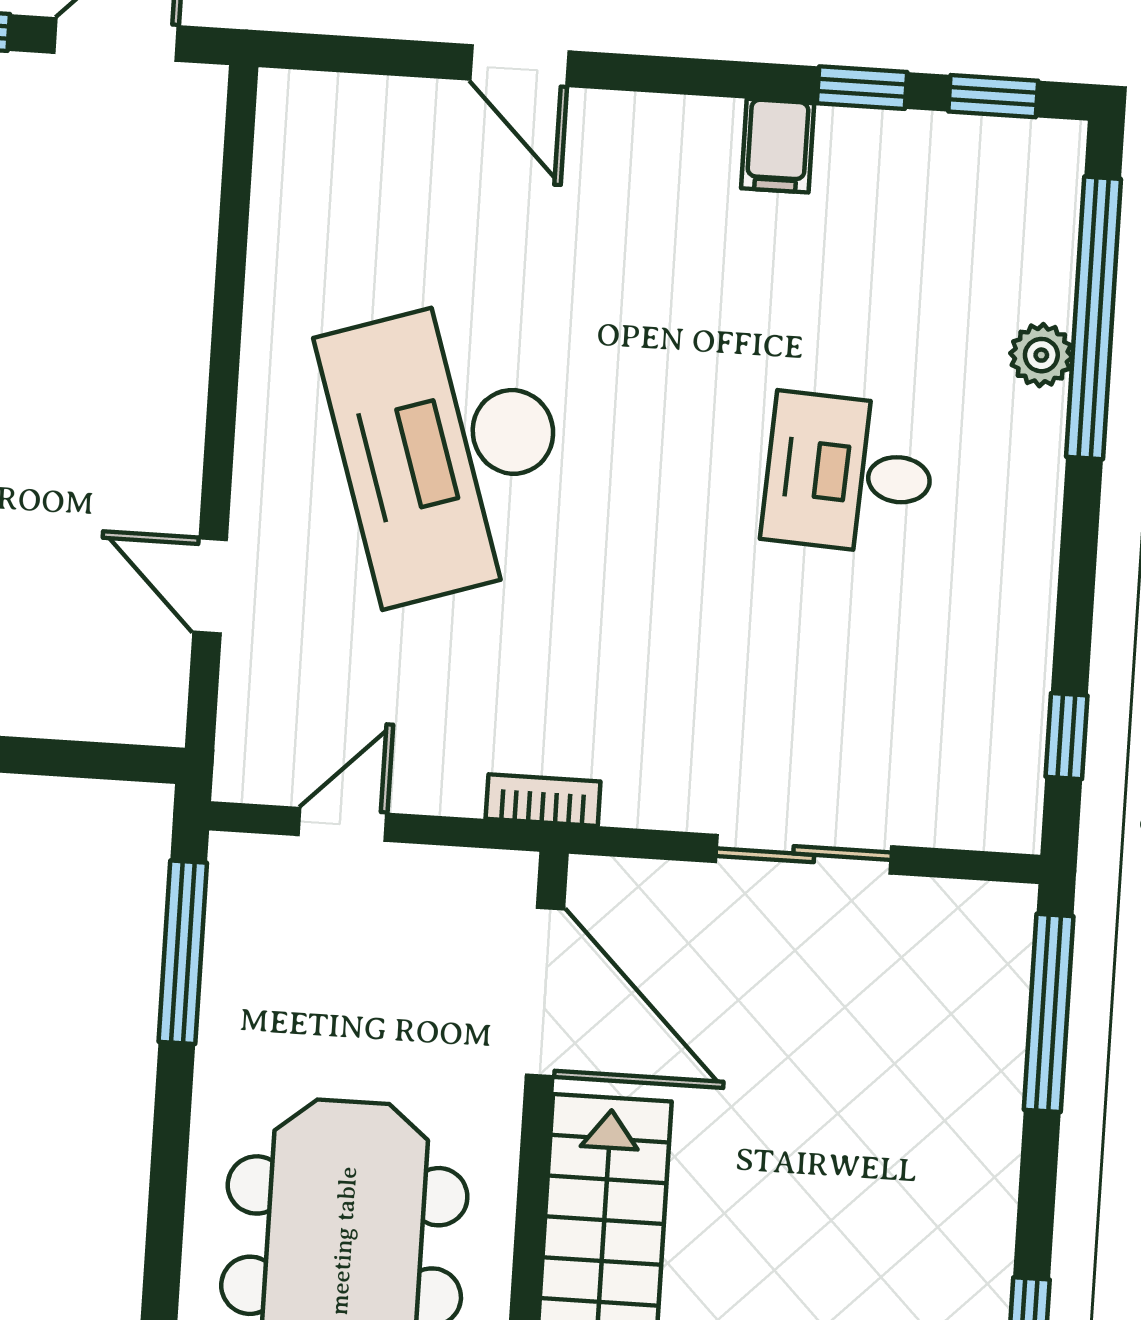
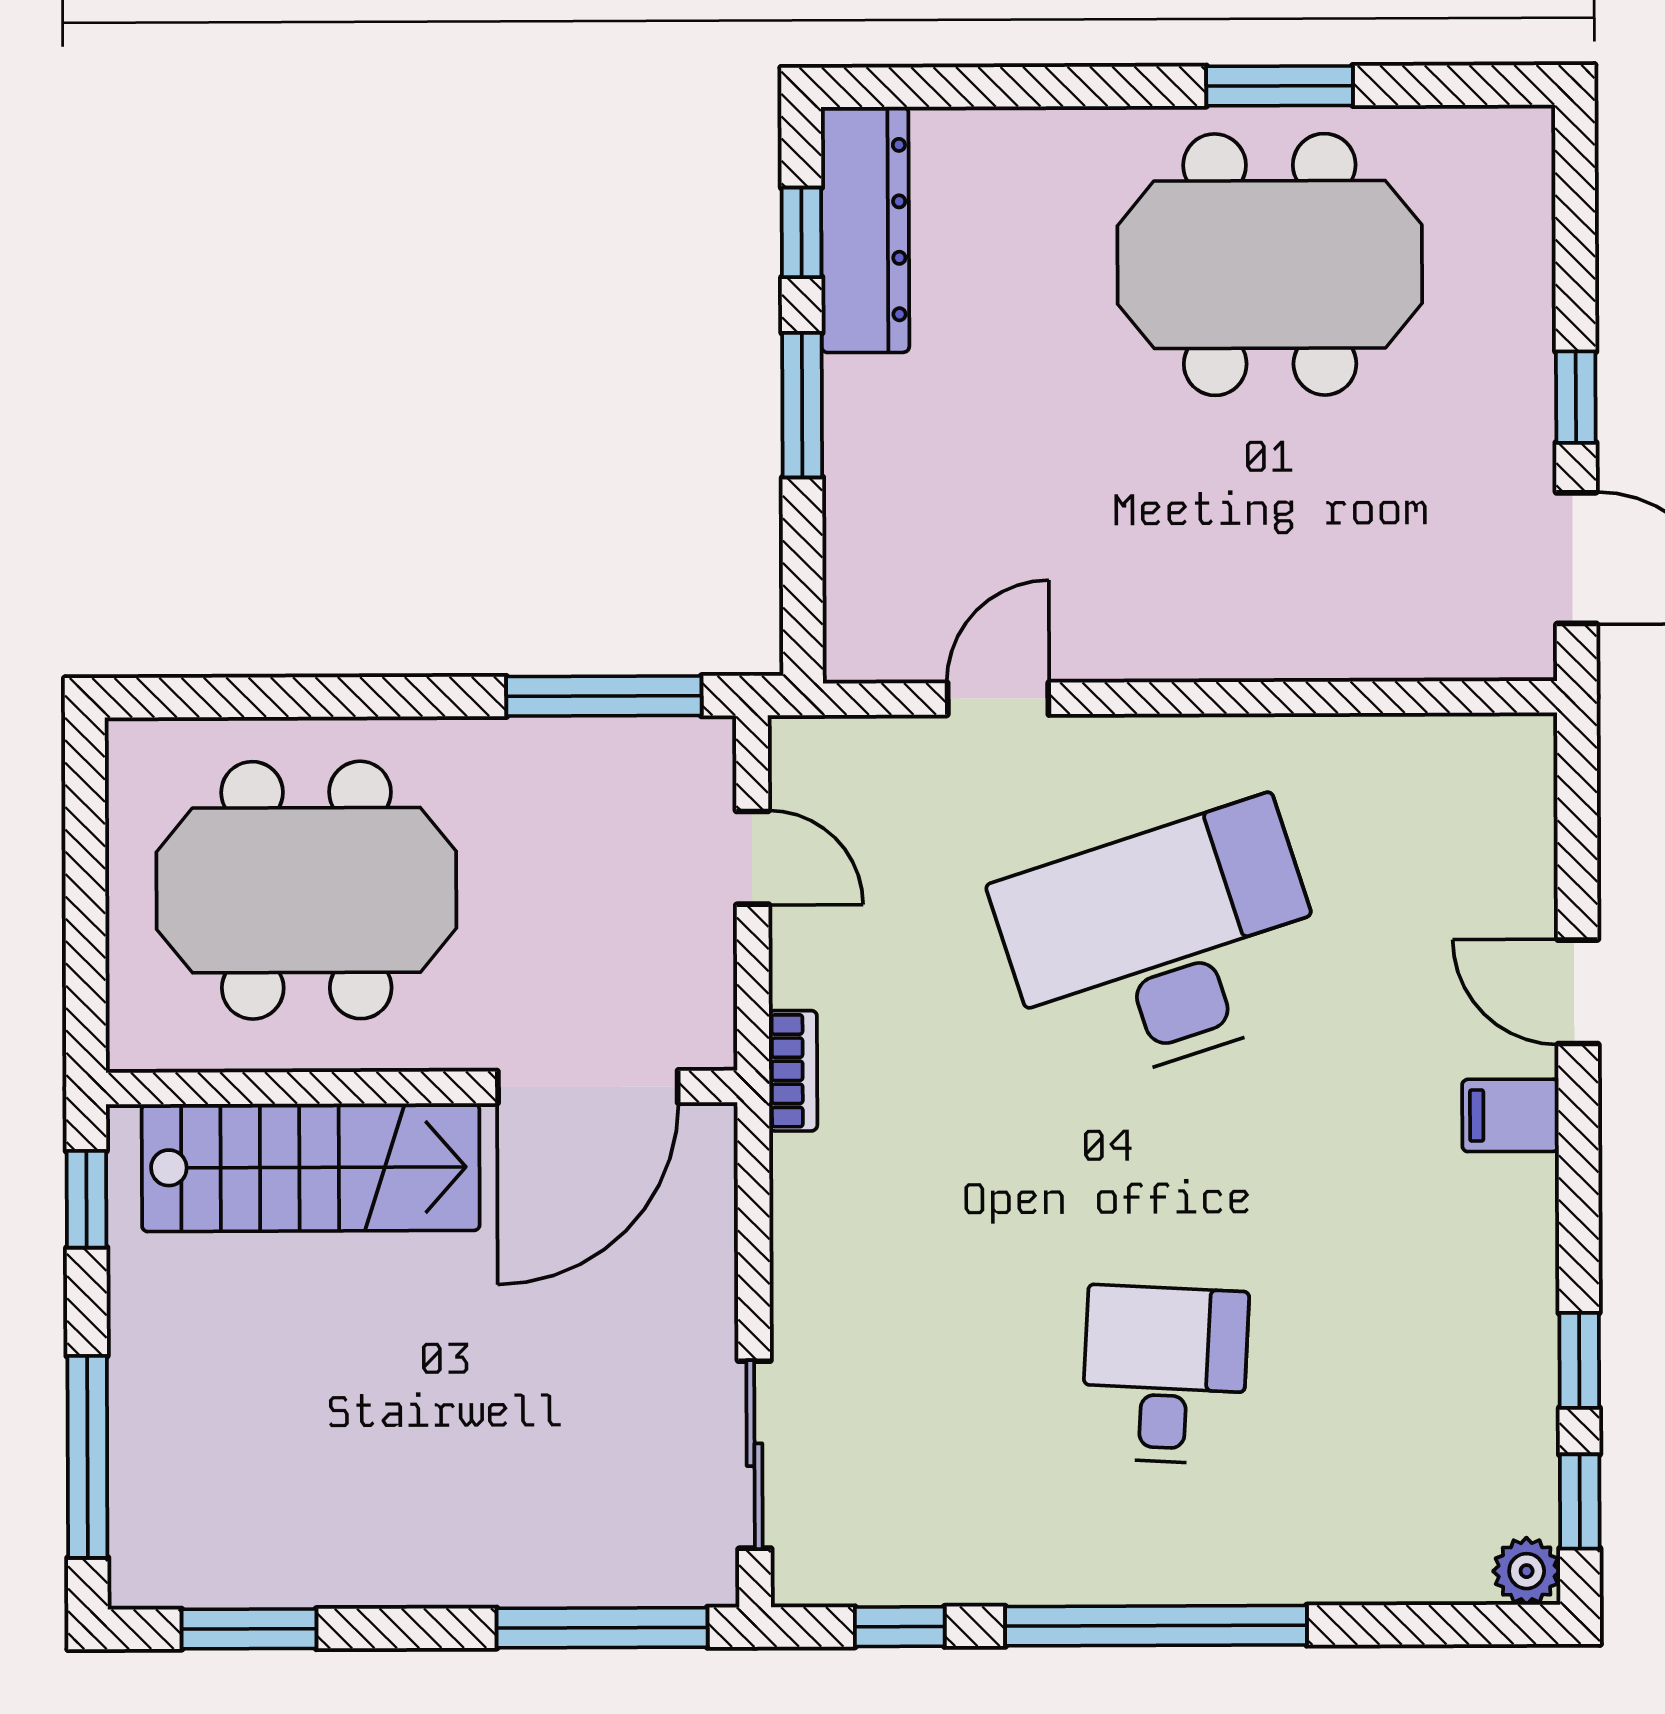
door: (519, 66) -> (1578, 992), hinge flipped
filing cabinet: (778, 146) -> (1510, 1115), moved
window: (1094, 318) -> (1156, 1626), moved
plant: (1041, 355) -> (1527, 1571), moved
sliding door: (804, 854) -> (755, 1455), moved

